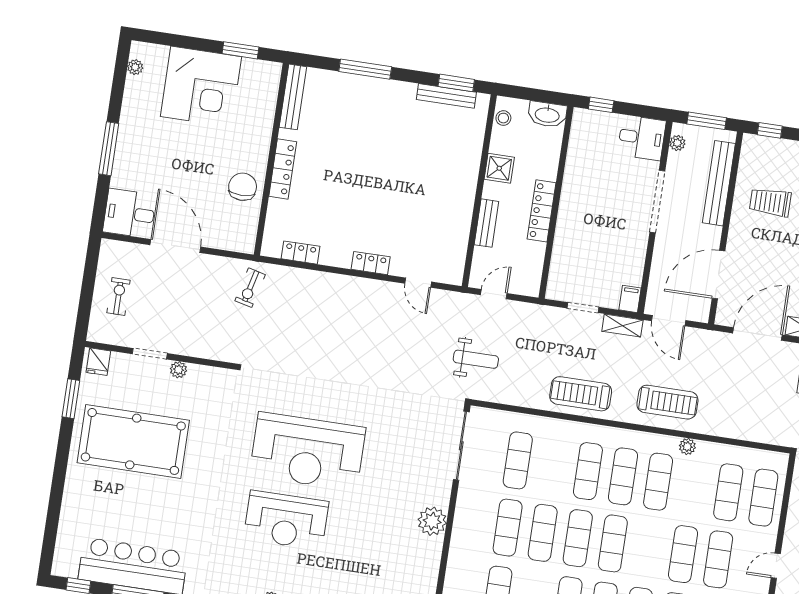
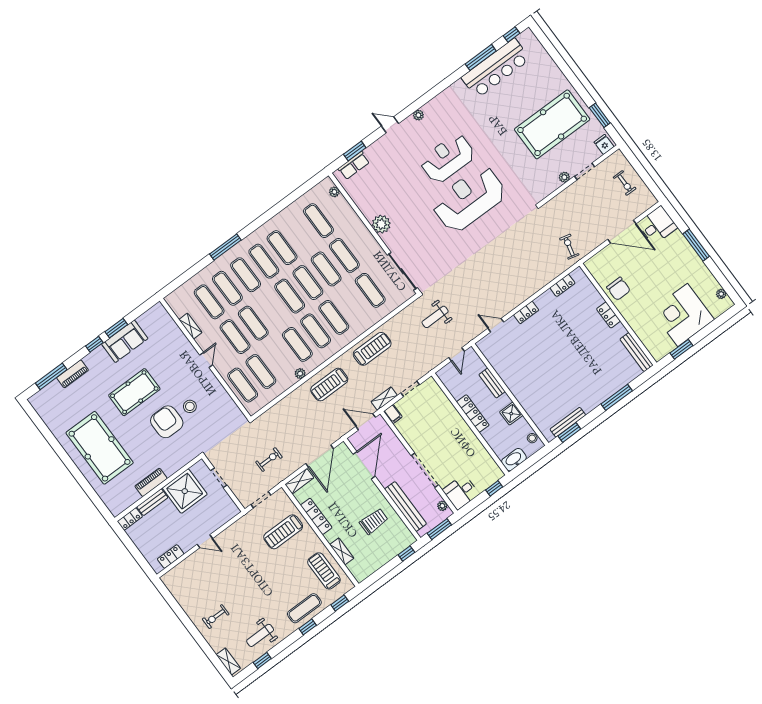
locker: (283, 169) -> (608, 315), width x0.66

